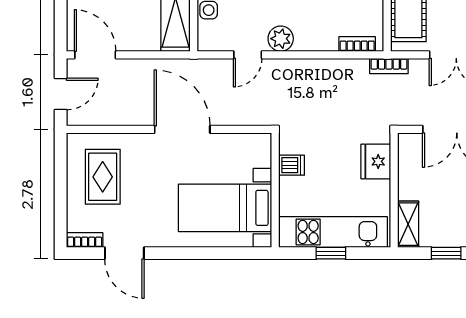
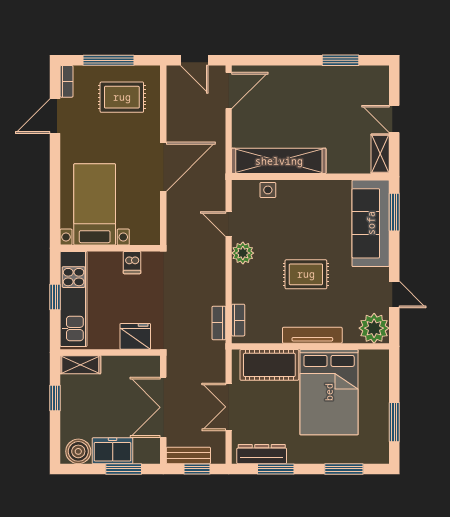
bookcase: (389, 66) -> (219, 323), moved
window: (61, 192) -> (109, 60), added

